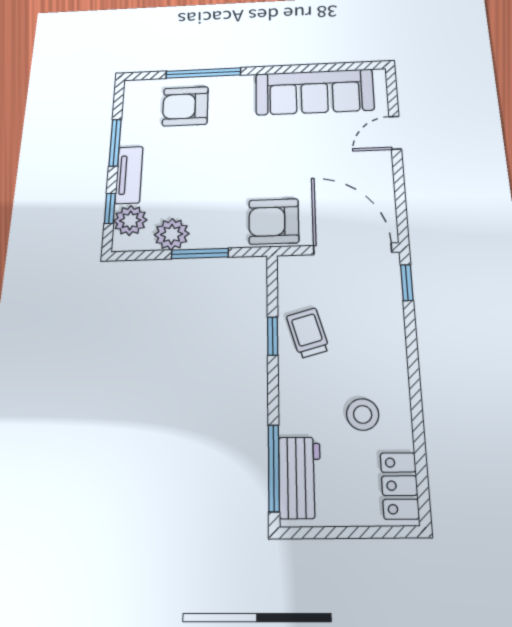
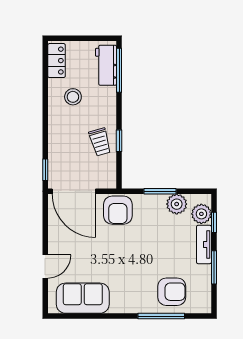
sofa: (314, 92) -> (83, 298), width x0.73
armchair: (274, 221) -> (118, 210), turned 90

